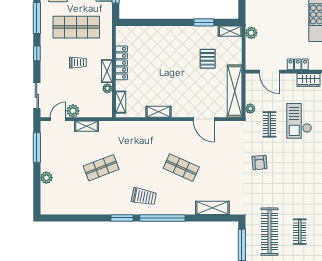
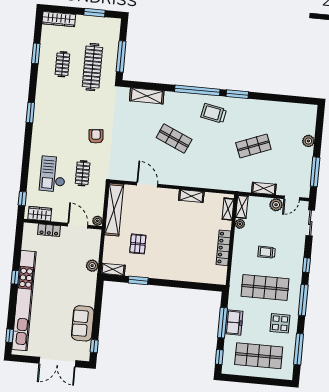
shelving: (107, 71) -> (242, 207), moved
plant: (250, 109) -> (97, 221), moved
checkout: (299, 121) -> (53, 174), turned 180

